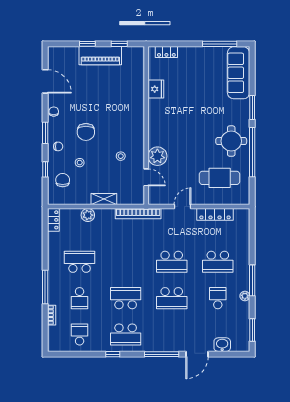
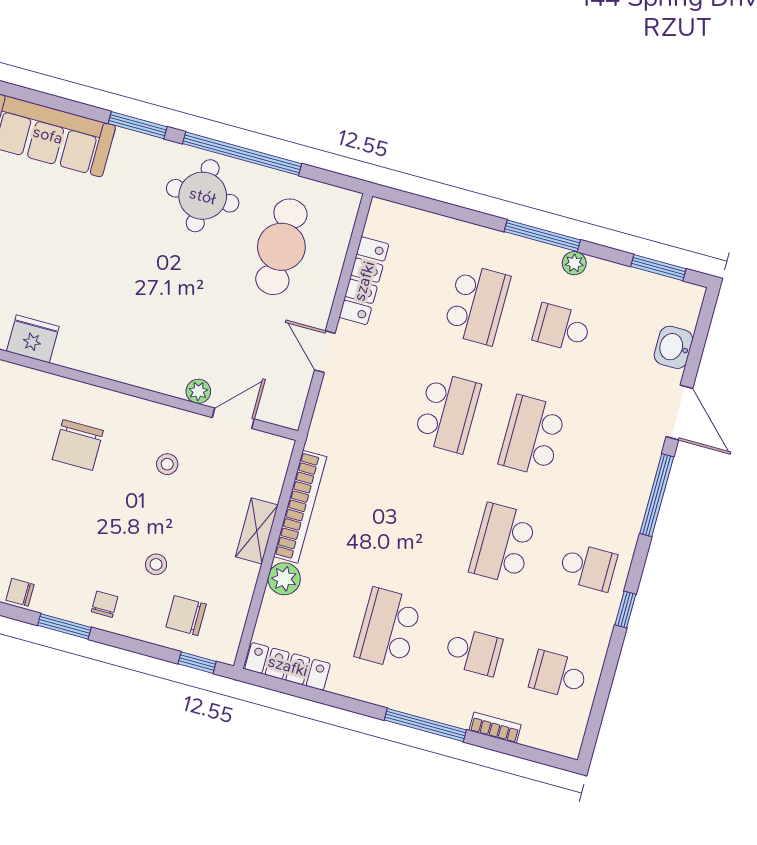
chair: (86, 132) -> (78, 445), moved, turned 90
plant: (157, 156) -> (198, 391), width x0.53, depth x0.53
window: (45, 169) -> (197, 663), moved
bookcase: (138, 214) -> (300, 507), moved
locker: (53, 220) -> (288, 666), width x1.53
school desk: (172, 298) -> (532, 436), turned 180
school desk: (126, 334) -> (588, 567), width x0.54

